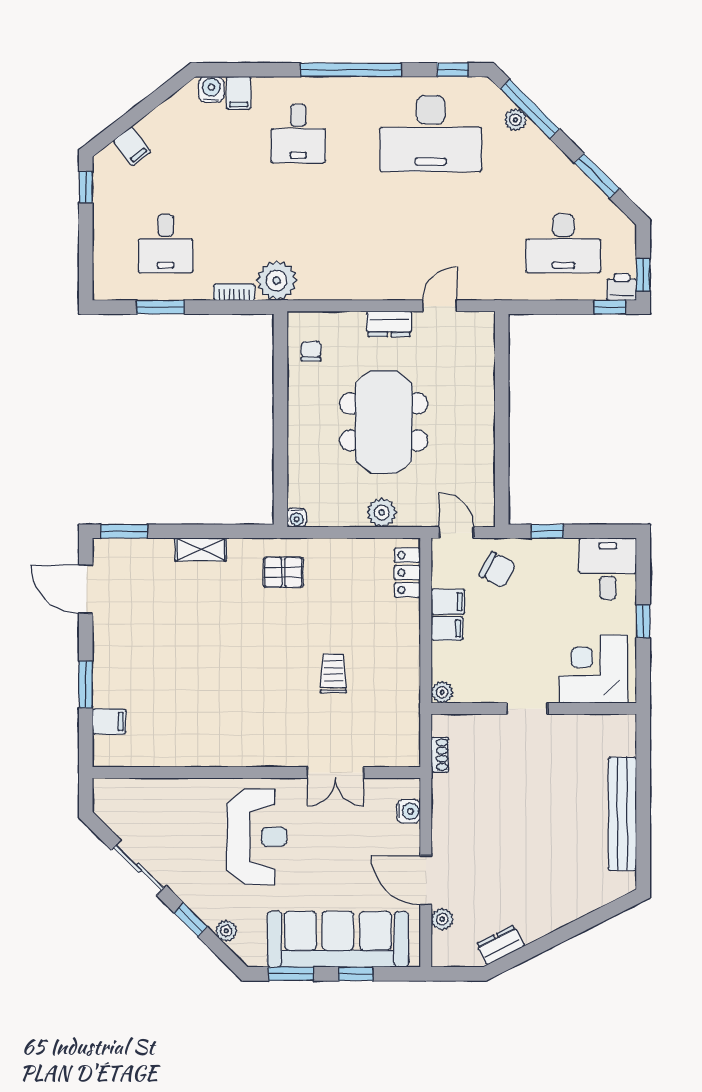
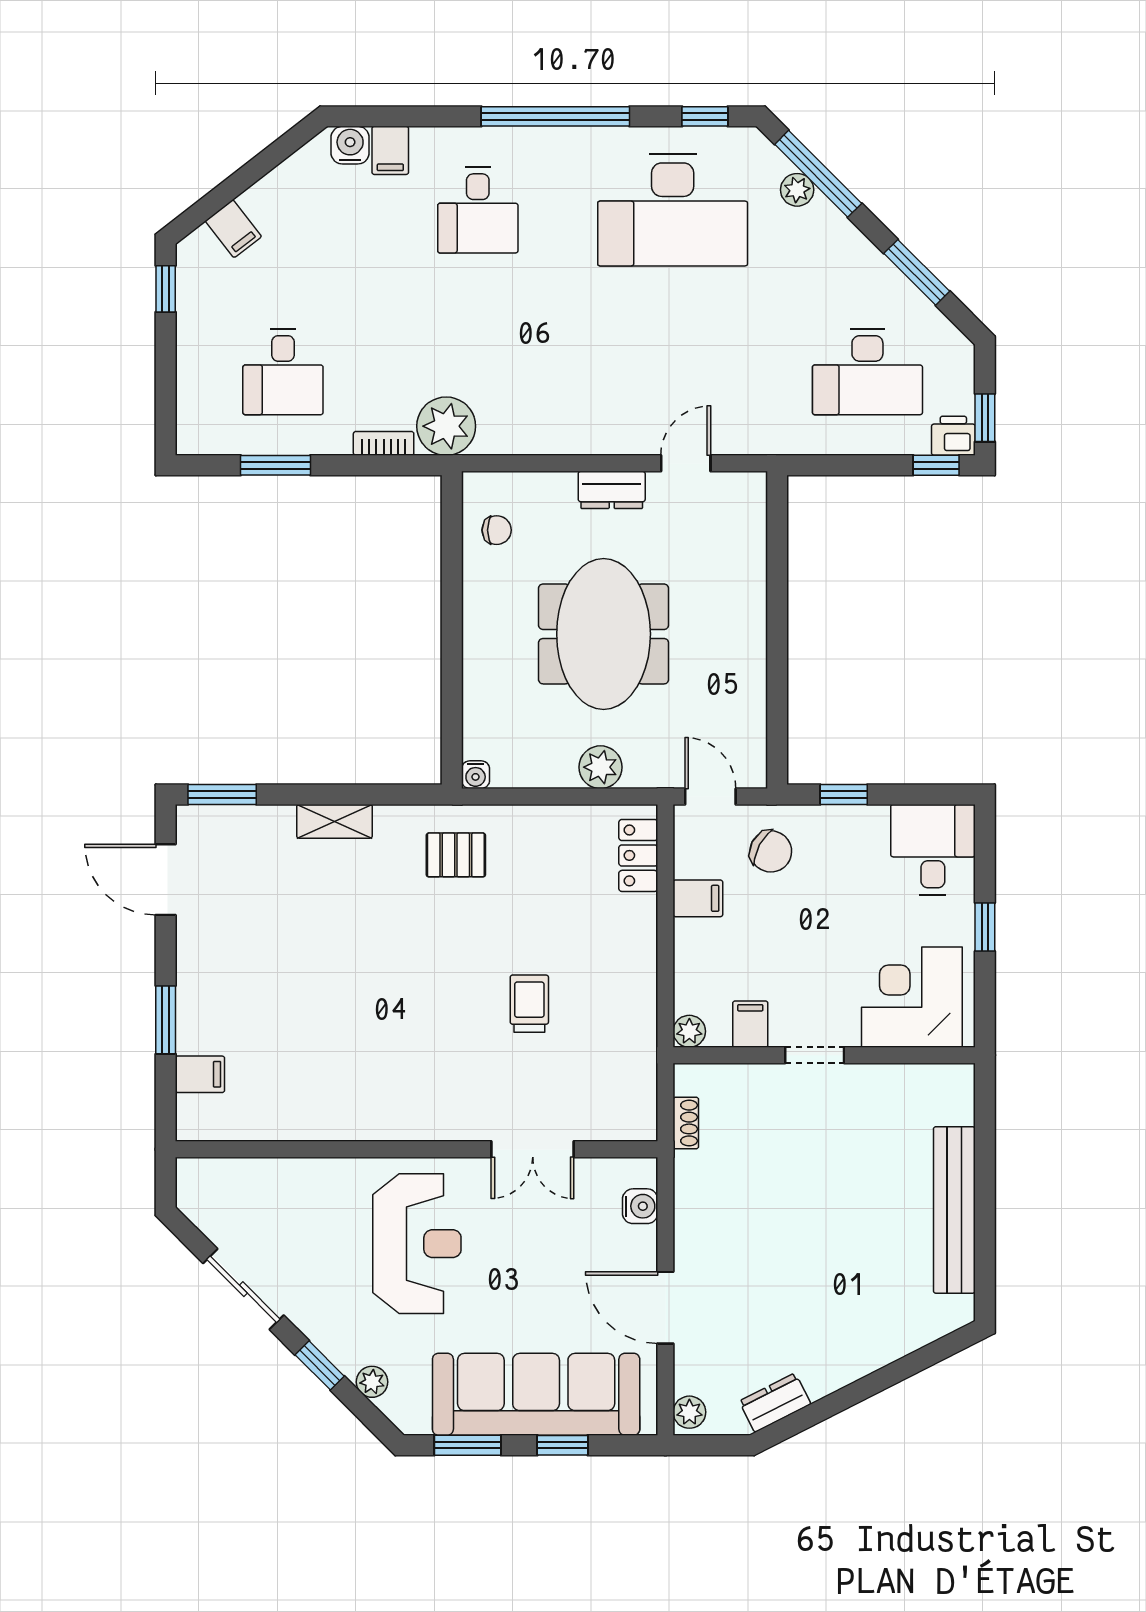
chair: (311, 351) -> (497, 530), turned 90
filing cabinet: (447, 628) -> (750, 1024), moved, turned -90
plant: (442, 919) -> (689, 1412), moved

